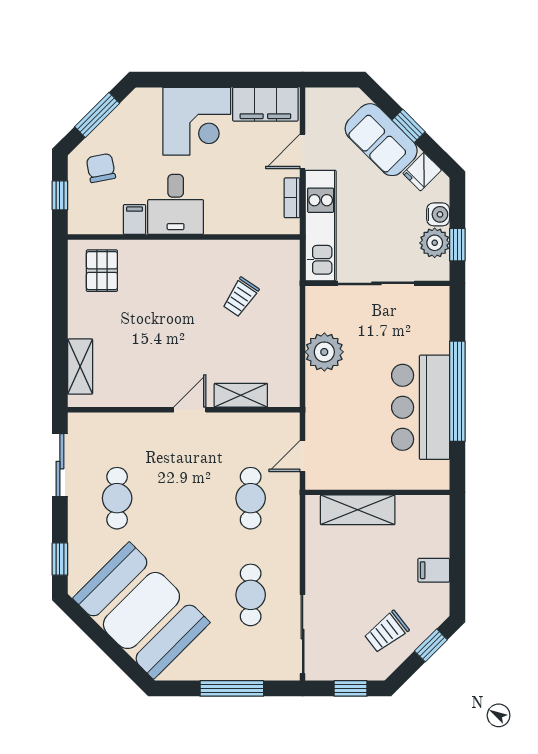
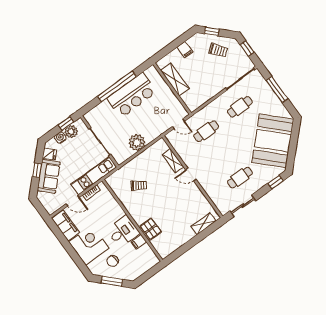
chair: (101, 168) -> (113, 261), moved
window: (60, 195) -> (149, 274), removed
pallet: (102, 271) -> (151, 229), moved, turned 90
shelving: (358, 510) -> (175, 79), moved

